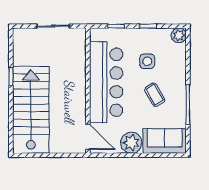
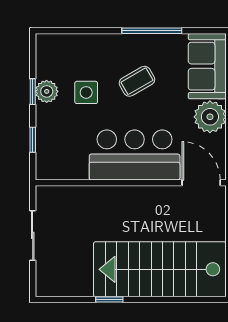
plant: (179, 35) -> (47, 91), moved
bar counter: (106, 82) -> (135, 155), width x0.73
door: (88, 137) -> (201, 183), hinge flipped

